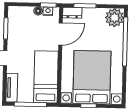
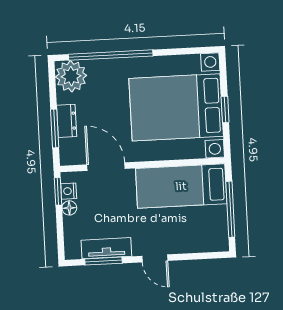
dresser: (72, 13) -> (67, 121), moved
tv unit: (12, 88) -> (106, 248), moved

